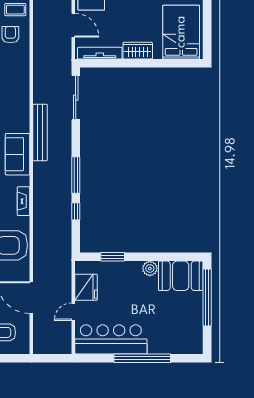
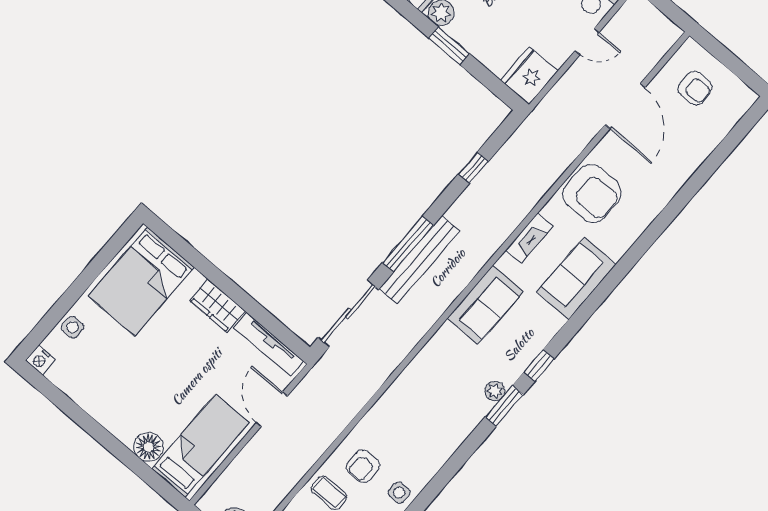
bench: (40, 133) -> (420, 260), moved
window: (76, 175) -> (408, 244), moved
window: (113, 257) -> (449, 46), moved
fridge: (86, 287) -> (529, 76), moved

